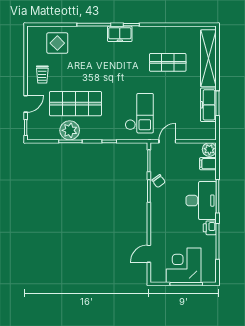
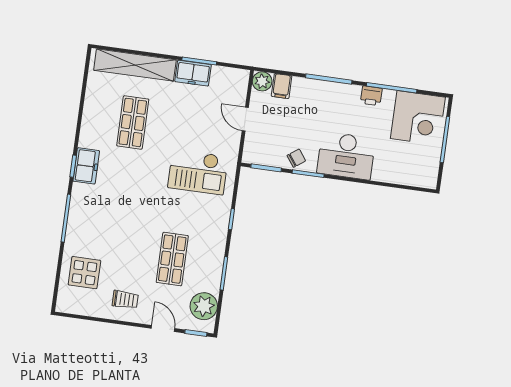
freezer: (120, 34) -> (86, 166), moved
shop shelf: (75, 104) -> (172, 259), width x0.70, depth x0.74
freezer: (208, 105) -> (193, 73), width x0.71
checkout: (139, 113) -> (198, 172), turned 180
plant: (70, 130) -> (204, 306), moved
door: (167, 141) -> (245, 119), moved
desk: (201, 201) -> (346, 156), moved, turned 180
door: (149, 254) -> (396, 186), removed
corner desk: (184, 265) -> (418, 118), moved, turned -90

